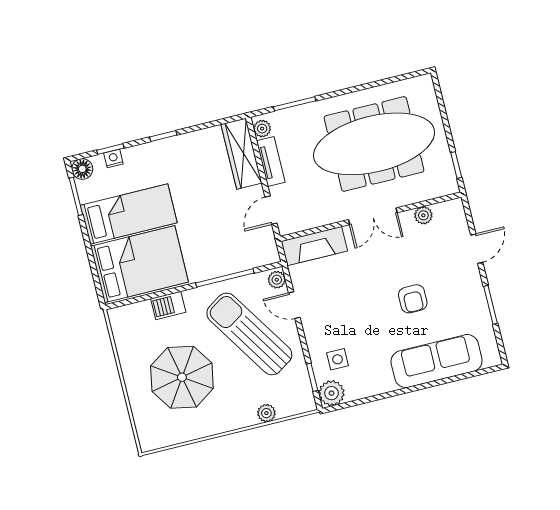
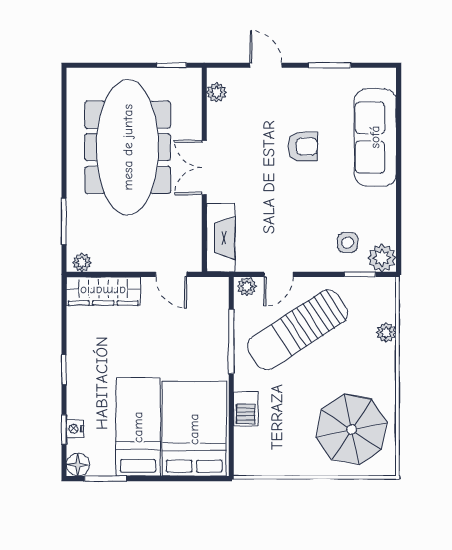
tv unit: (271, 162) -> (119, 262), removed
plant: (423, 215) -> (217, 92), moved
double door: (373, 216) -> (204, 168), swing flipped
parasol: (182, 377) -> (352, 429), moved

